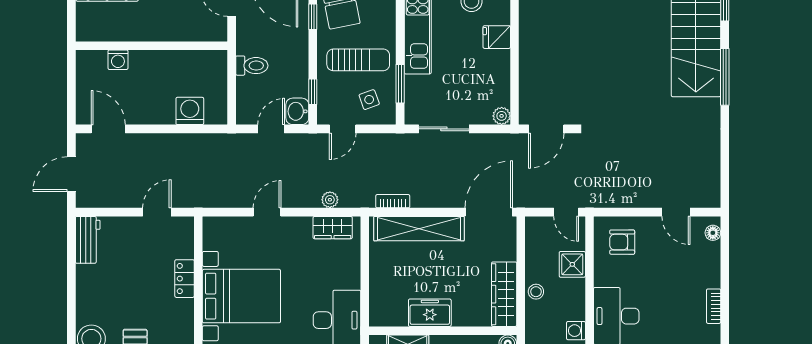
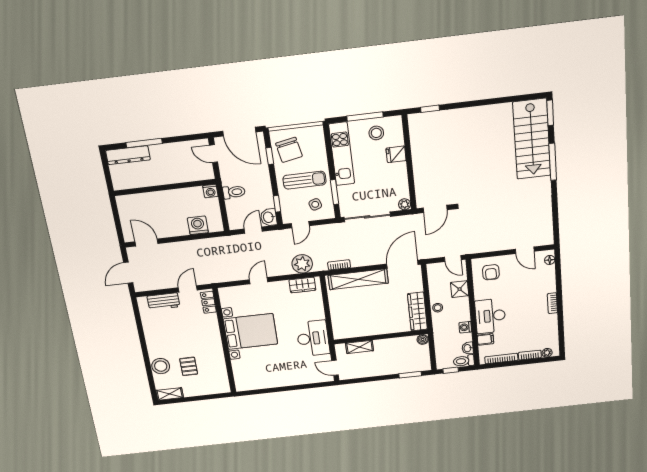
washing machine: (118, 60) -> (210, 191), moved
sliding door: (444, 129) -> (367, 217), width x1.37
plant: (330, 200) -> (302, 264), width x1.87, depth x1.87
workbench: (88, 240) -> (163, 301), moved, turned 90
armchair: (622, 242) -> (491, 272), turned -90
locker: (185, 279) -> (208, 302), moved
freezer: (430, 313) -> (371, 327), removed

